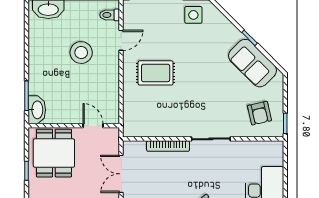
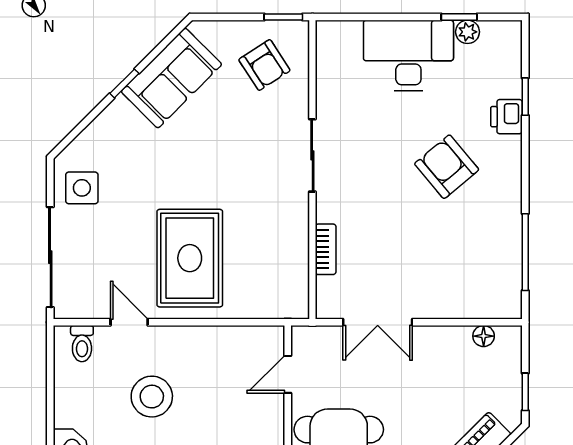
rug: (156, 73) -> (190, 258), width x1.36, depth x1.43
armchair: (259, 113) -> (264, 65), turned 70
bookcase: (168, 146) -> (326, 249), width x0.64

